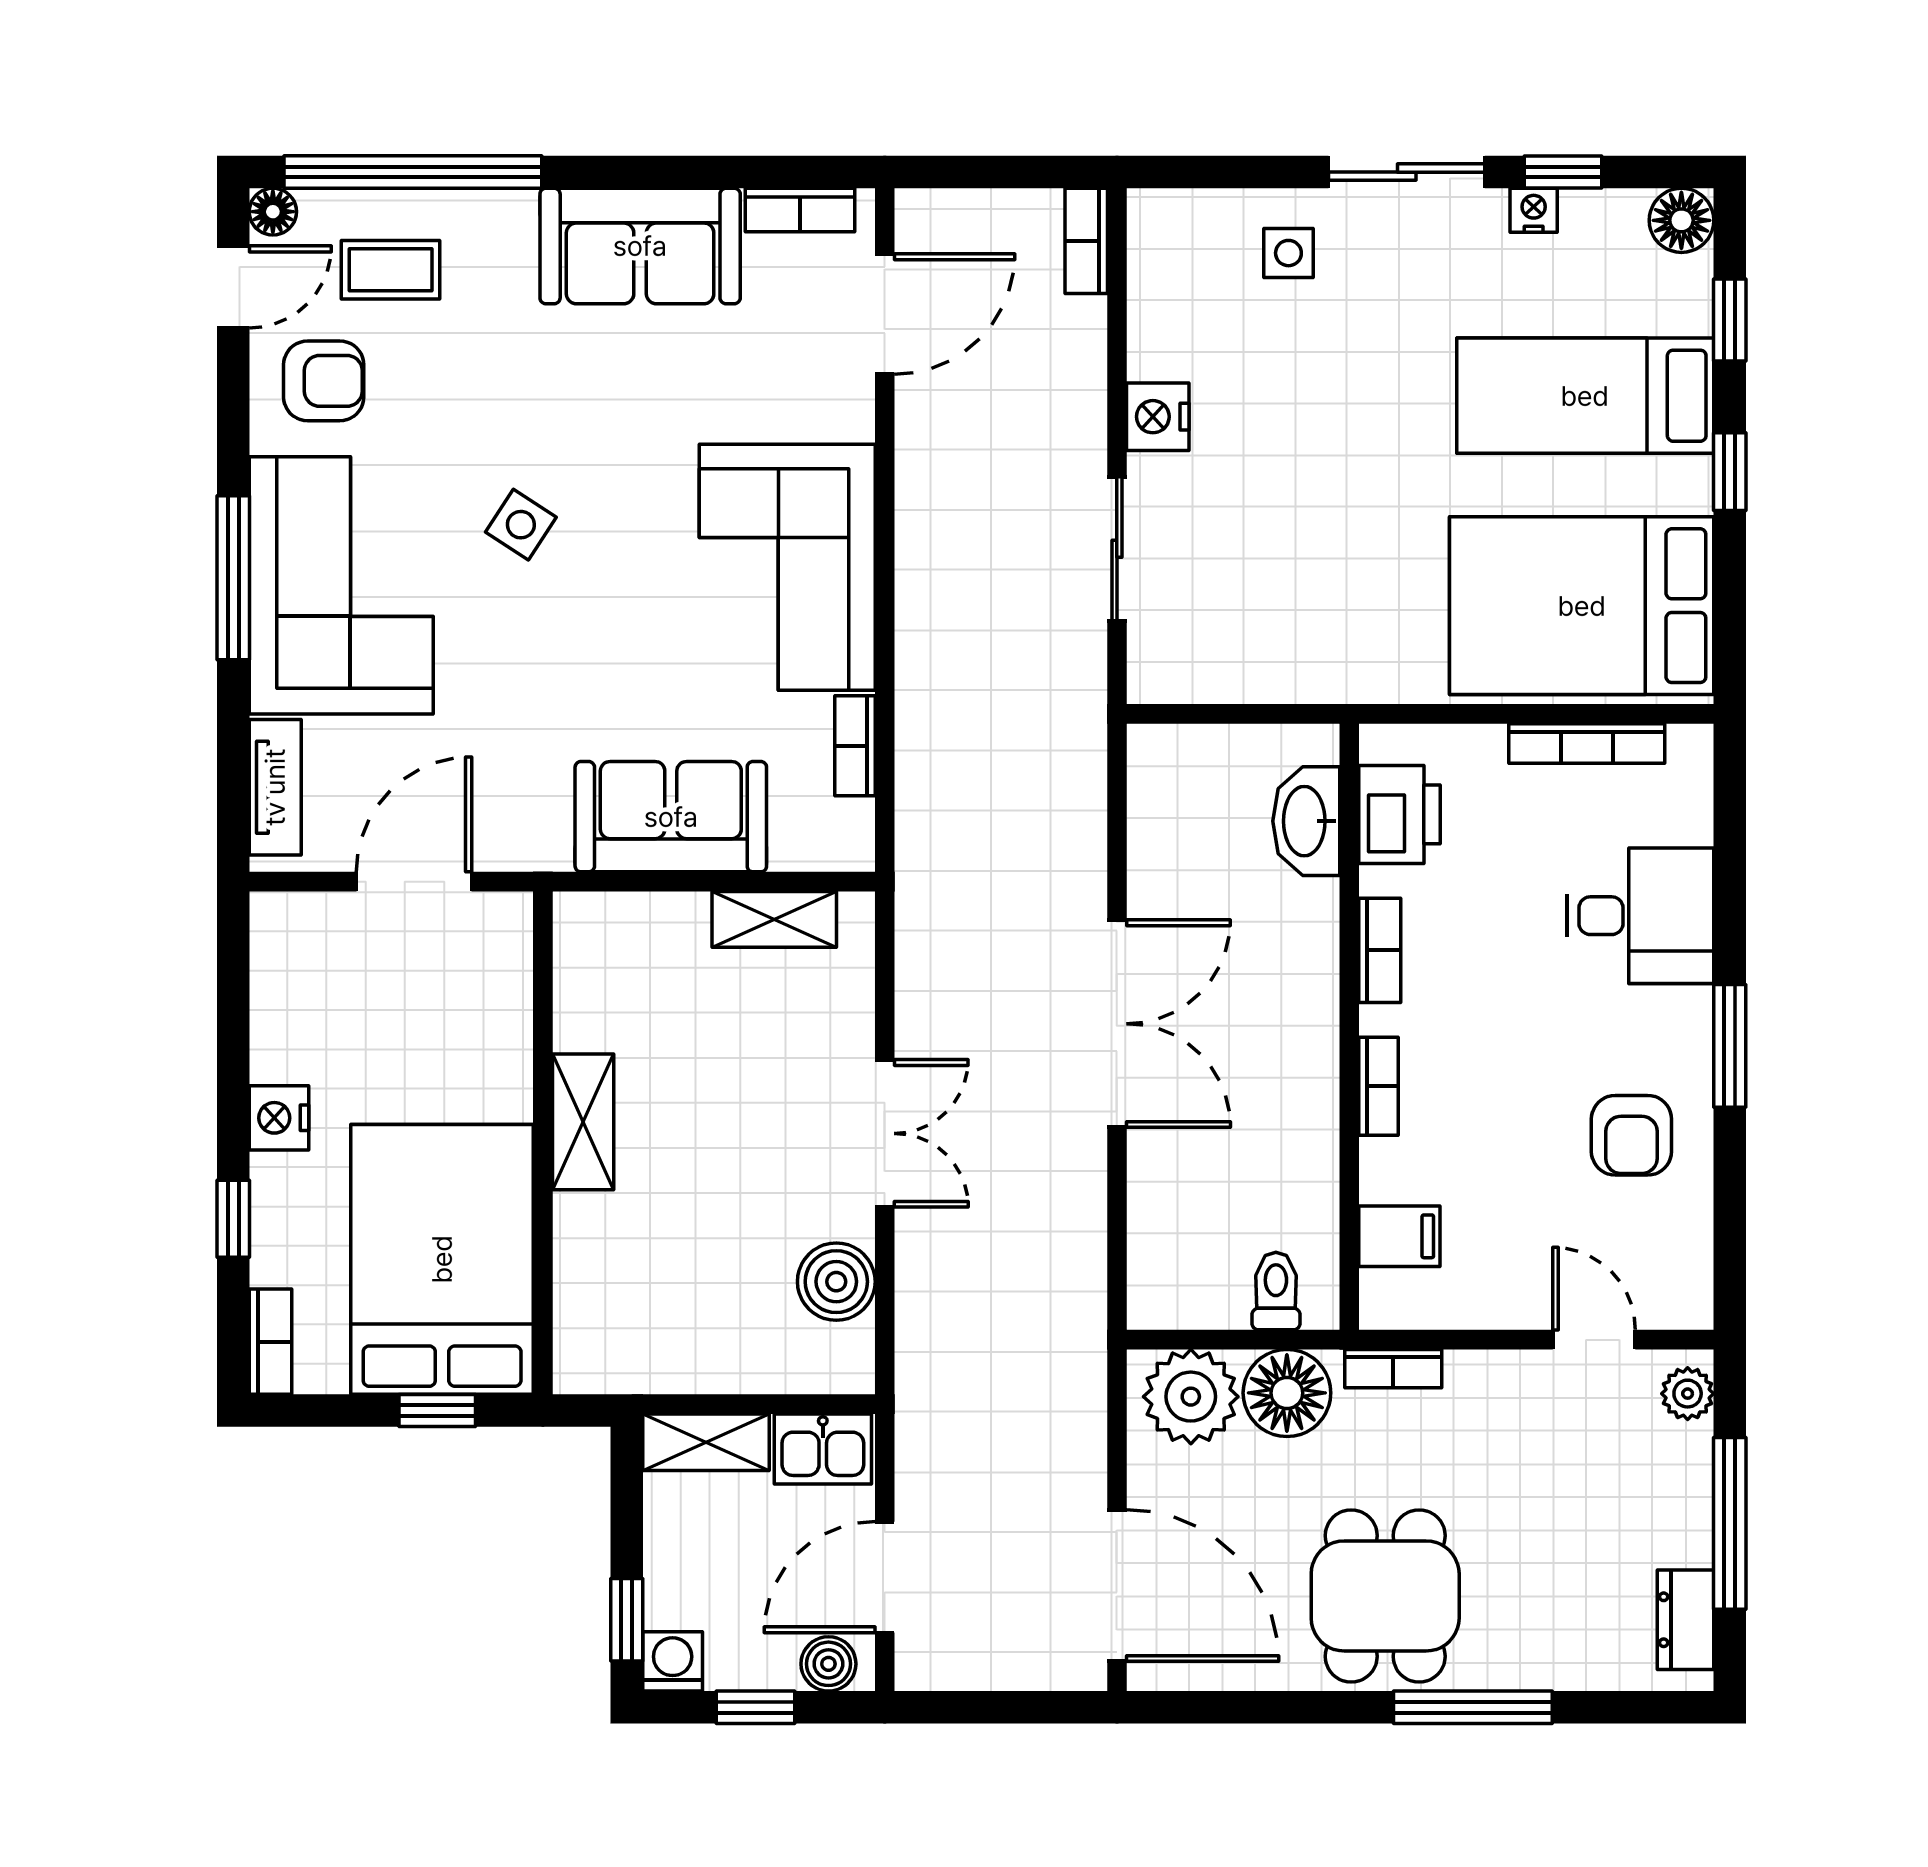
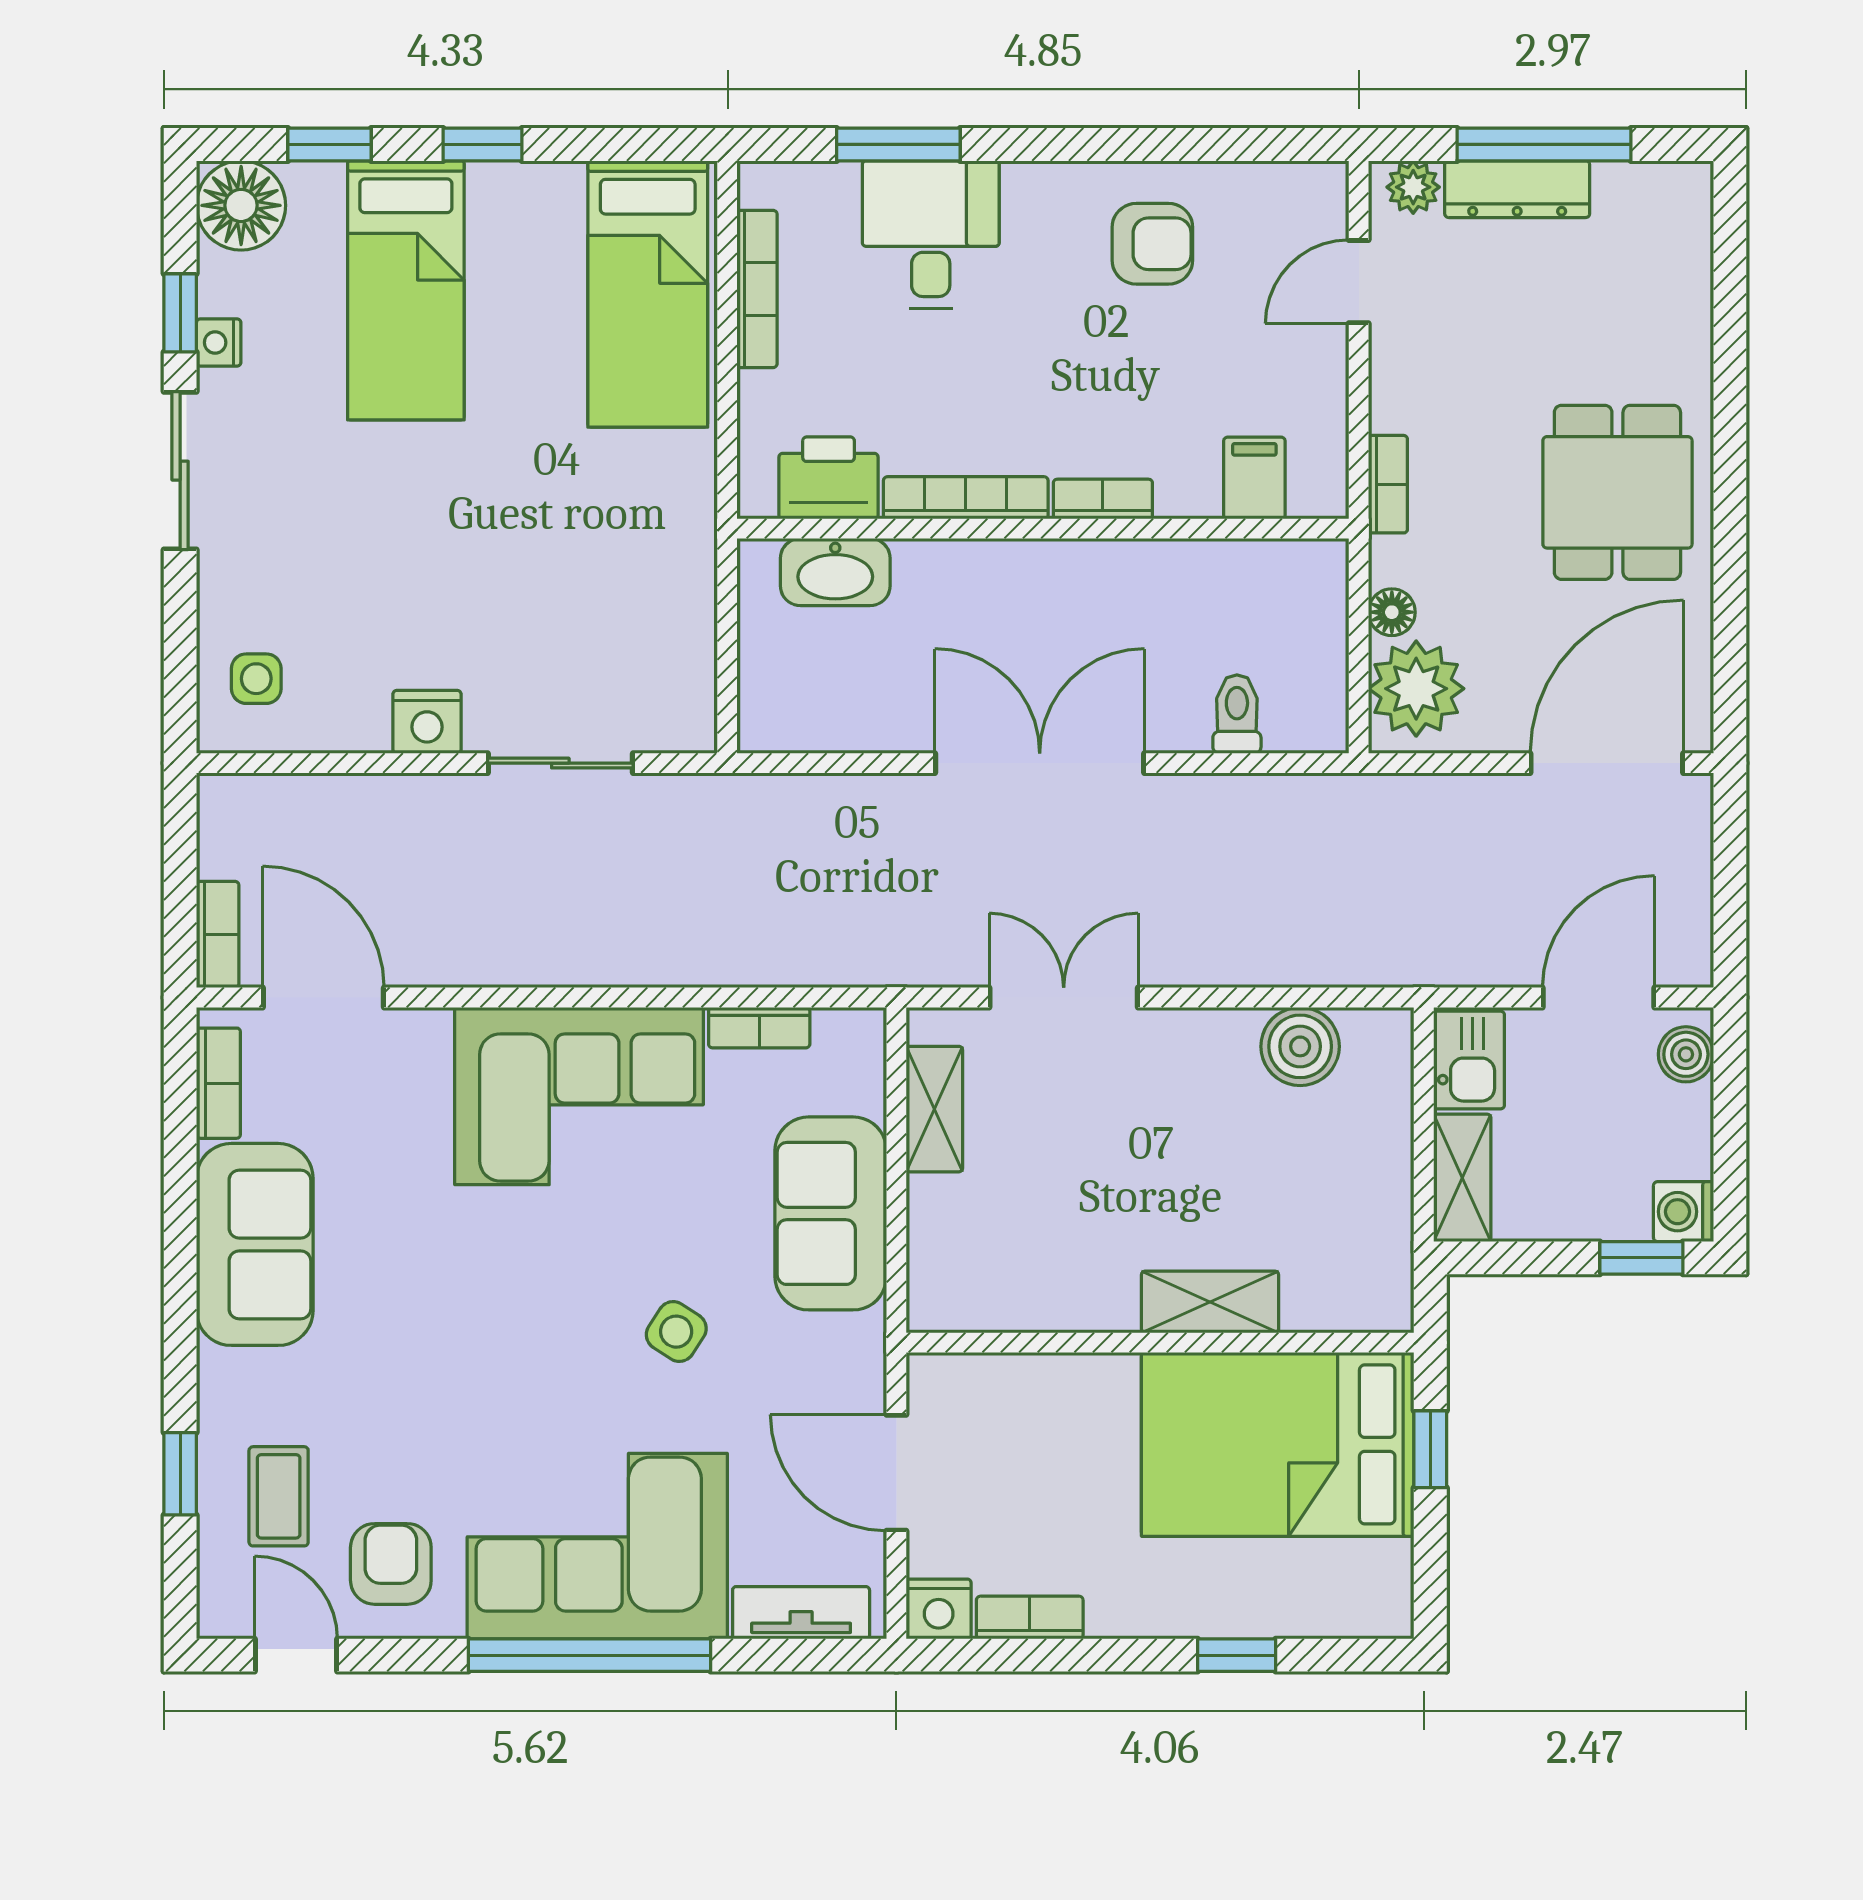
window: (413, 172) -> (180, 1474), width x0.32
floor lamp: (273, 212) -> (220, 1615), removed
floor lamp: (1681, 220) -> (241, 205), width x1.38, depth x1.38
bookcase: (1086, 241) -> (218, 935), moved, turned -90
side table: (1288, 253) -> (256, 679), moved
side table: (521, 525) -> (676, 1332), moved
window: (233, 578) -> (590, 1655), width x1.46
bed: (1582, 606) -> (648, 294), width x0.67
bookcase: (1380, 950) -> (966, 498), width x1.56
window: (1730, 1046) -> (898, 144), moved
nightstand: (279, 1118) -> (939, 1609), moved
shelving: (583, 1122) -> (1210, 1302), moved
double door: (885, 1133) -> (1064, 998), moved
toilet: (1276, 1291) -> (1237, 714), moved, turned 90
bookcase: (270, 1342) -> (1030, 1618), moved
floor lamp: (1287, 1393) -> (1392, 612), width x0.53, depth x0.53
door: (885, 1577) -> (1598, 998), swing flipped
dining table: (1385, 1596) -> (1617, 492), turned 90
dresser: (1686, 1620) -> (1517, 189), moved, width x1.44
window: (756, 1707) -> (1730, 1128), removed
window: (1473, 1707) -> (1730, 404), removed

